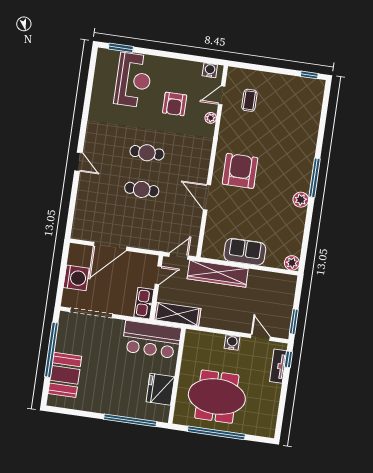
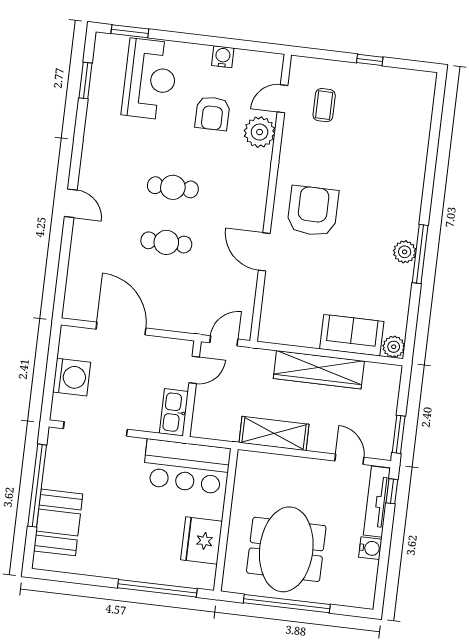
water cooler: (210, 70) -> (223, 57), moved
window: (309, 75) -> (370, 60), moved
window: (90, 80) -> (85, 80), added
plant: (211, 118) -> (260, 132), width x1.87, depth x1.87
window: (315, 178) -> (420, 254), moved
door: (110, 246) -> (121, 329), swing flipped
sofa: (245, 252) -> (352, 335), moved
wardrobe: (218, 274) -> (319, 370), moved
shelving: (177, 314) -> (274, 433), moved
water cooler: (232, 342) -> (370, 548), moved, turned 90
tv unit: (278, 366) -> (377, 502), width x1.41
meeting table: (217, 397) -> (286, 549), turned 90

